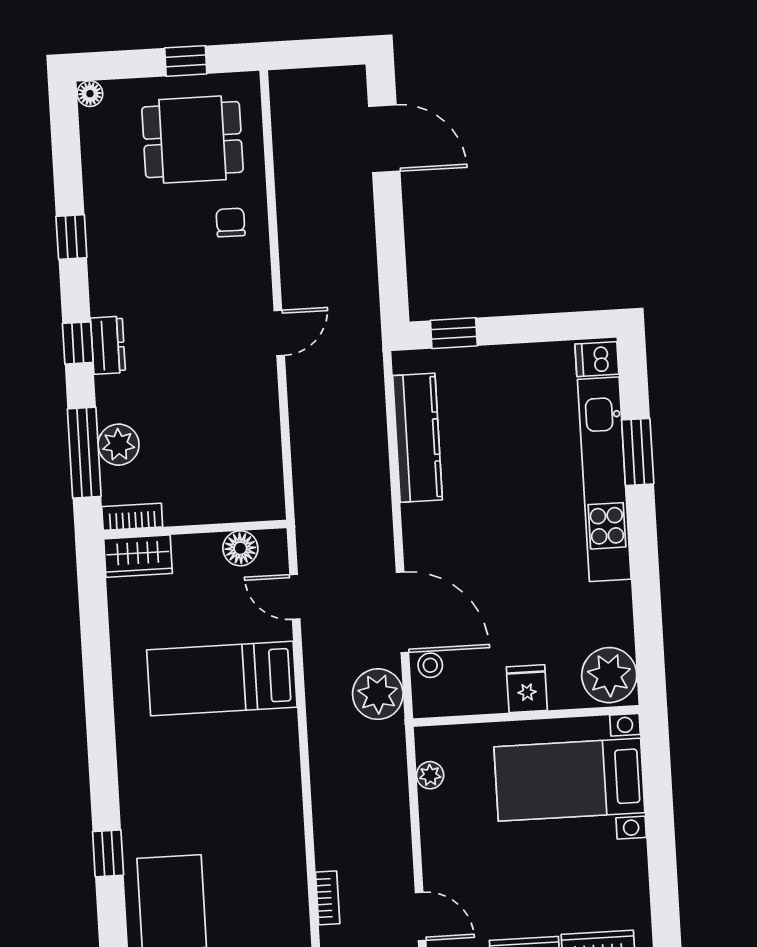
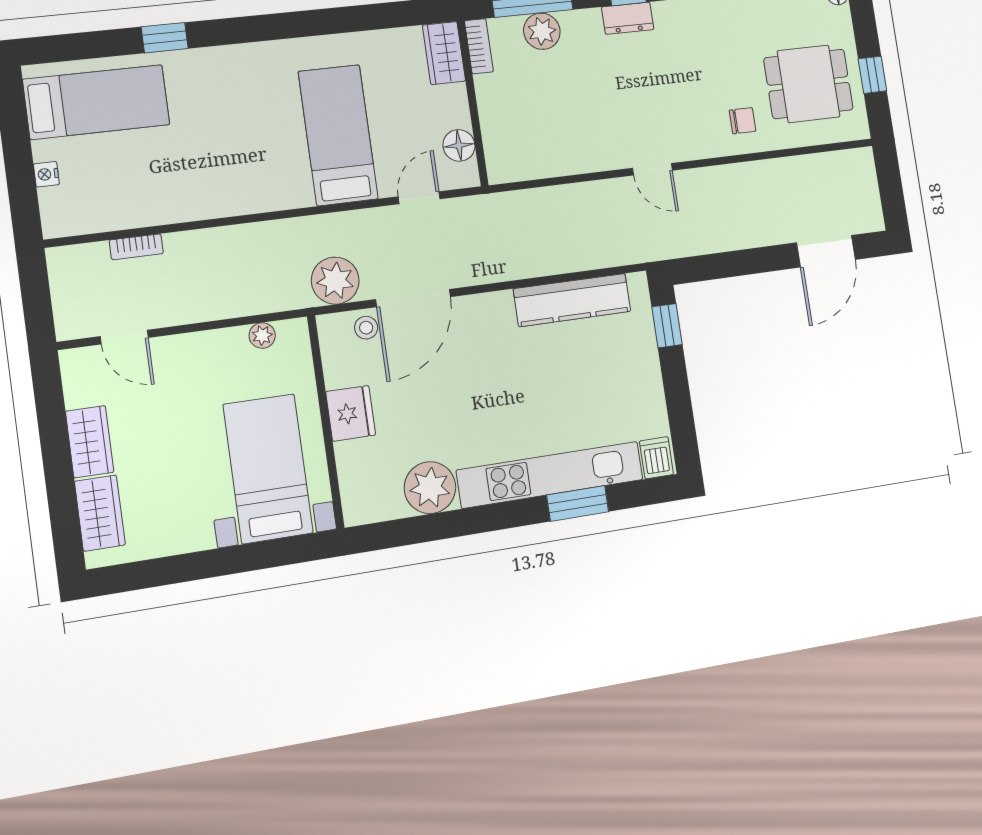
dining table: (192, 140) -> (808, 84), turned 90
plant: (609, 675) -> (430, 488), moved
fridge: (527, 689) -> (351, 413), width x1.38
door: (421, 916) -> (124, 337), hinge flipped

